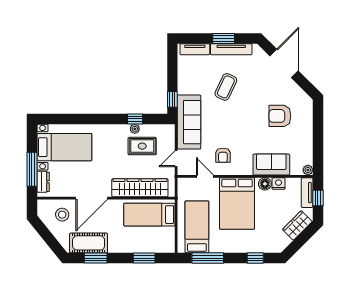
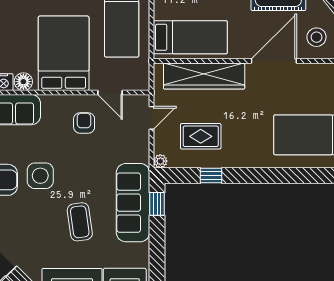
coffee table: (226, 87) -> (80, 222), turned -33
side table: (253, 119) -> (40, 176), added
sofa: (189, 122) -> (133, 203), moved
plant: (135, 129) -> (160, 161), moved

